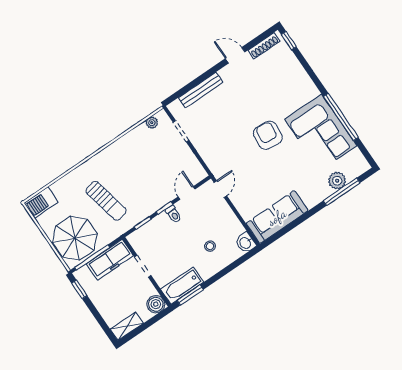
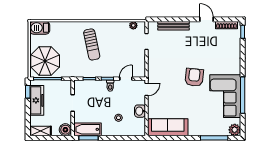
plant: (337, 181) -> (235, 130), moved
sun lounger: (106, 201) -> (92, 44), moved
washbasin: (245, 243) -> (140, 111), moved
freezer: (110, 260) -> (37, 100), moved, turned -90

